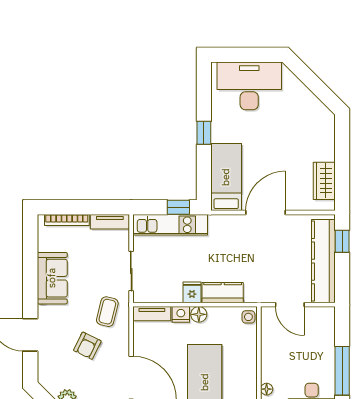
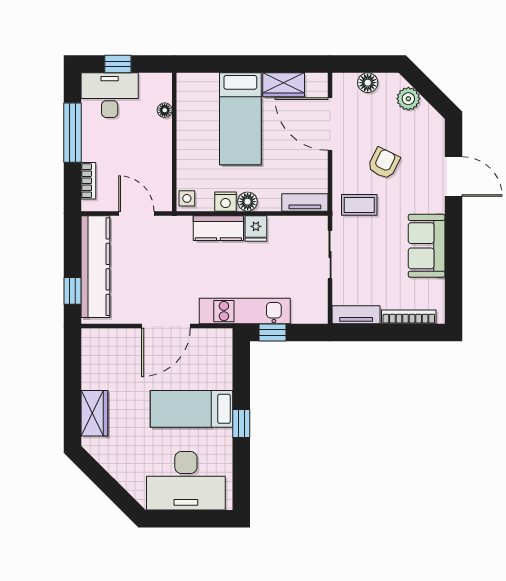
bed: (226, 177) -> (191, 409), moved, turned 90
wardrobe: (324, 181) -> (94, 413), moved
kitchen unit: (170, 225) -> (245, 311), moved
coffee table: (107, 312) -> (359, 205), turned 76
nightstand: (181, 314) -> (226, 202), moved
bookcase: (329, 331) -> (88, 181), added

